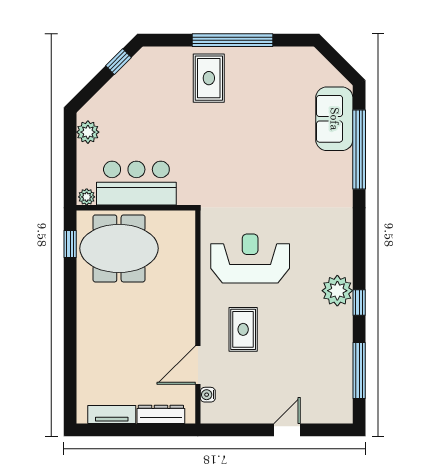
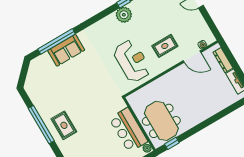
rug: (209, 78) -> (64, 125), turned 90
sofa: (334, 119) -> (66, 50), moved
reception desk: (250, 259) -> (132, 61), turned 180

